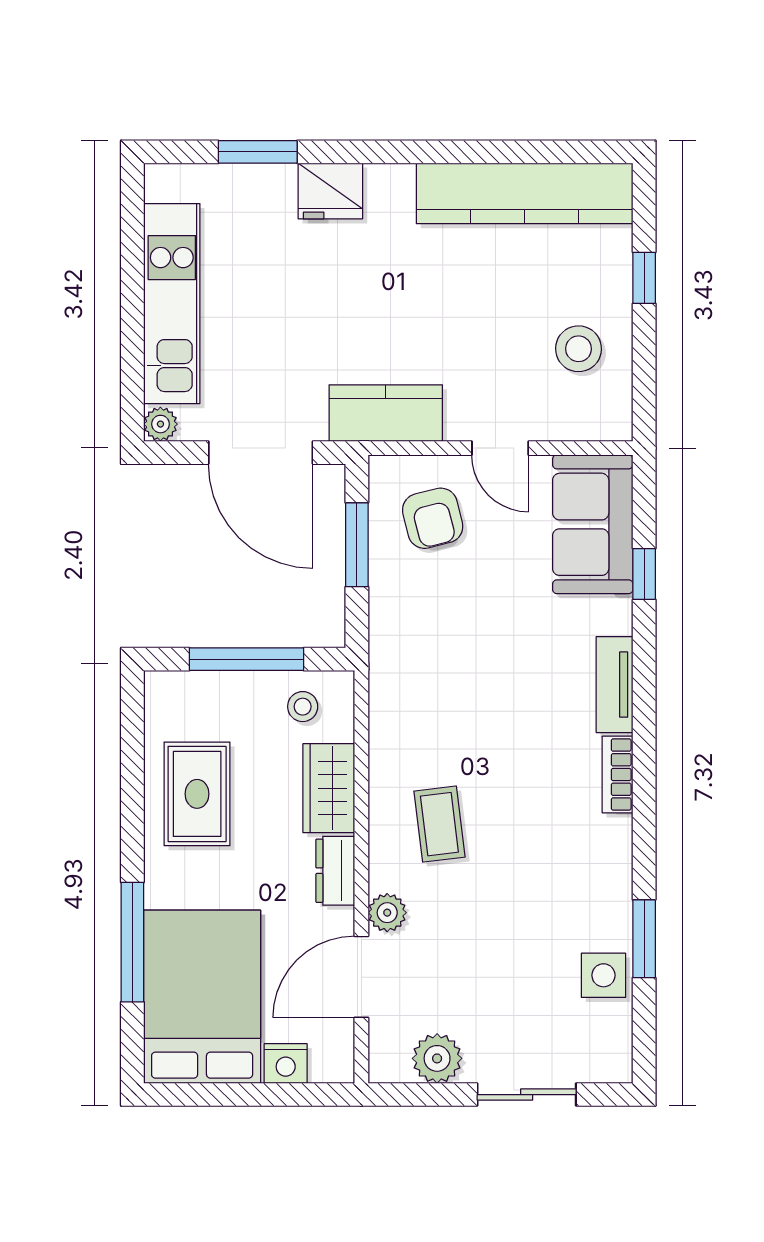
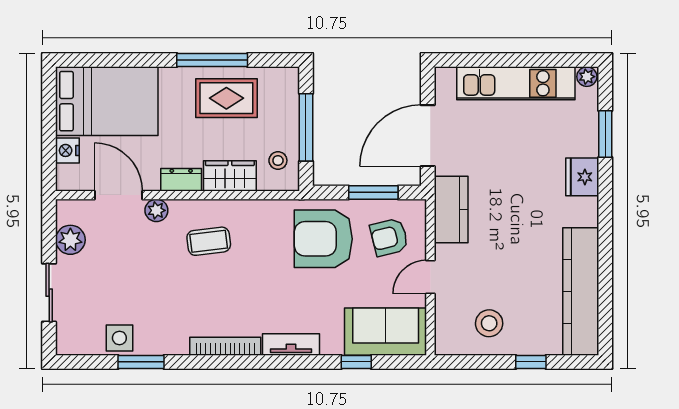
plant: (160, 424) -> (587, 77), moved
armchair: (435, 630) -> (323, 239), added
bookcase: (618, 775) -> (225, 346), width x1.56
window: (132, 942) -> (212, 60), moved

